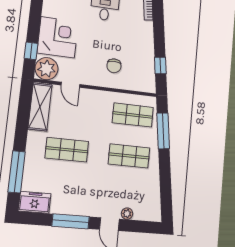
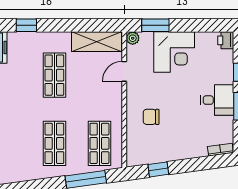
window: (31, 51) -> (155, 25), width x1.50
plant: (46, 69) -> (133, 38), width x0.53, depth x0.53
window: (17, 172) -> (26, 25), width x0.46

